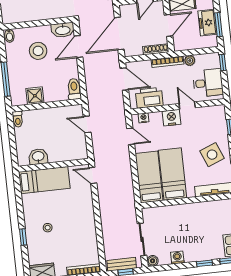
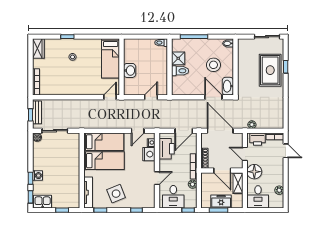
toilet: (74, 89) -> (180, 71), moved
nightstand: (172, 118) -> (149, 154), moved
washbasin: (38, 157) -> (130, 70), moved
washing machine: (177, 258) -> (37, 176), moved

